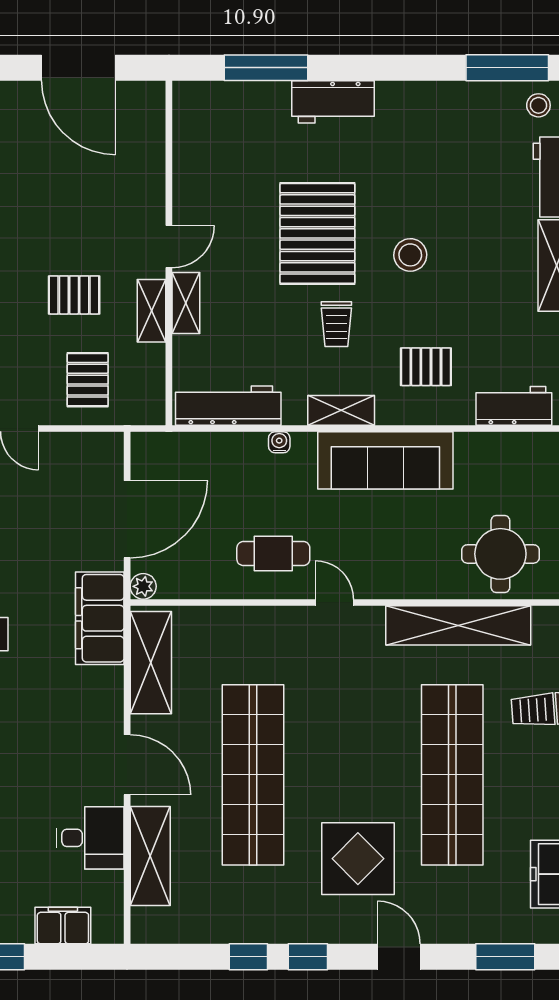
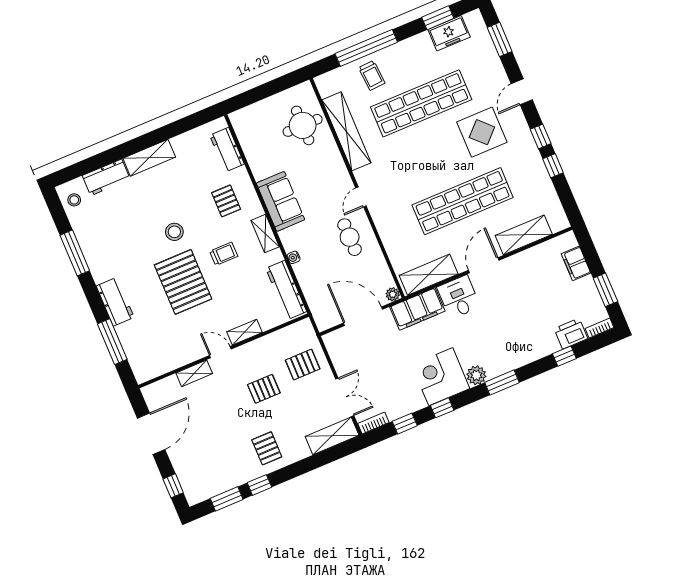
window: (507, 68) -> (75, 253), moved
pallet: (317, 233) -> (183, 282), turned 90
pallet: (74, 295) -> (264, 389), turned 90
shelving: (152, 311) -> (194, 373), moved
sofa: (385, 460) -> (281, 201), width x0.73
desk: (90, 838) -> (459, 297), moved

